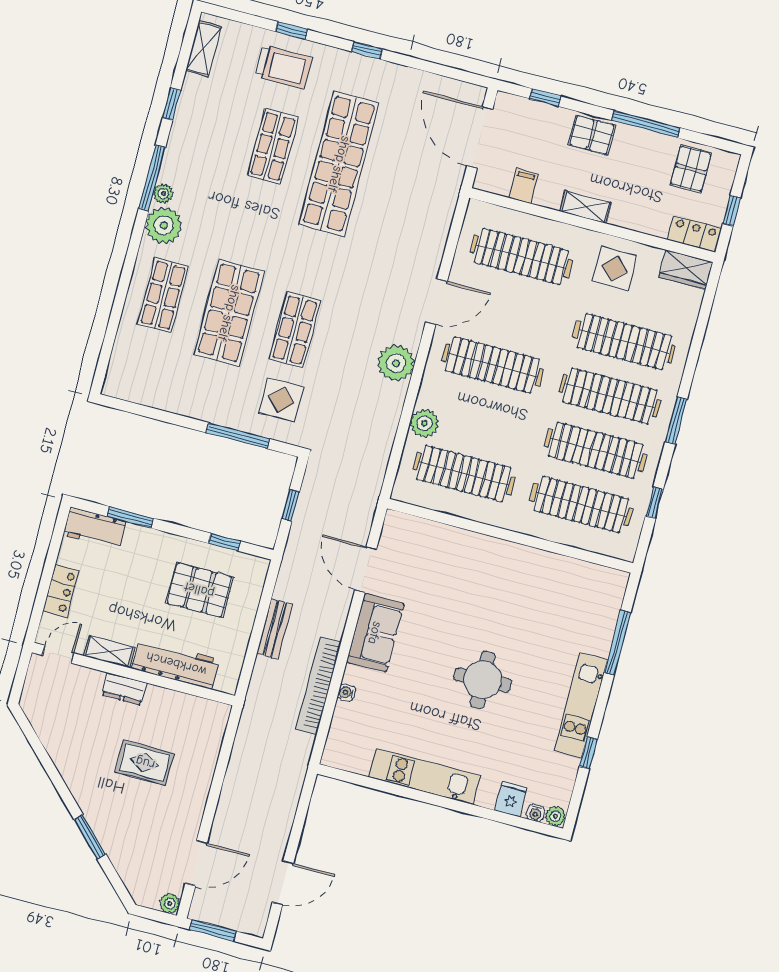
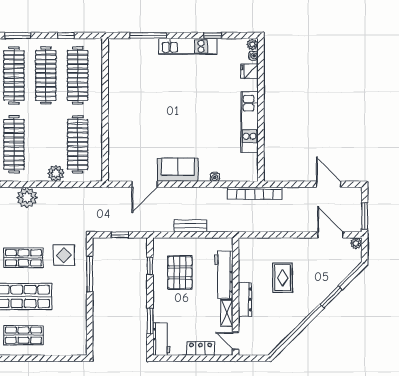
round table: (483, 680) -> (188, 104), removed
bookcase: (319, 685) -> (255, 193), moved
dresser: (124, 689) -> (245, 299), width x1.44

